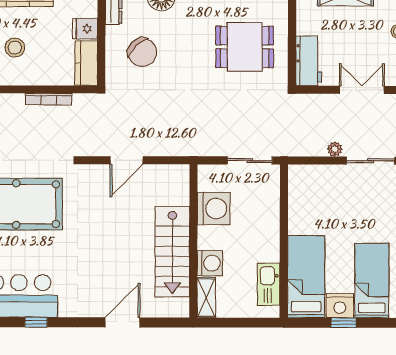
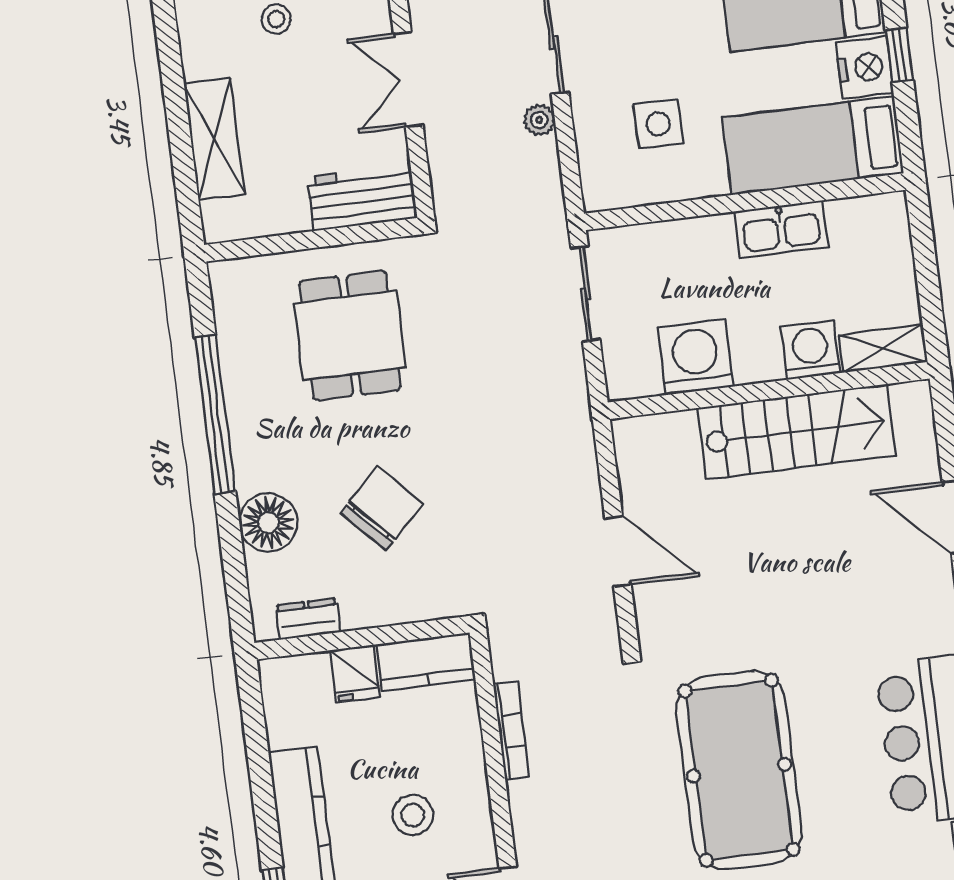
chair: (142, 52) -> (382, 509), moved
side table: (326, 205) -> (658, 124), added
kitchen sink: (269, 284) -> (781, 229), moved

